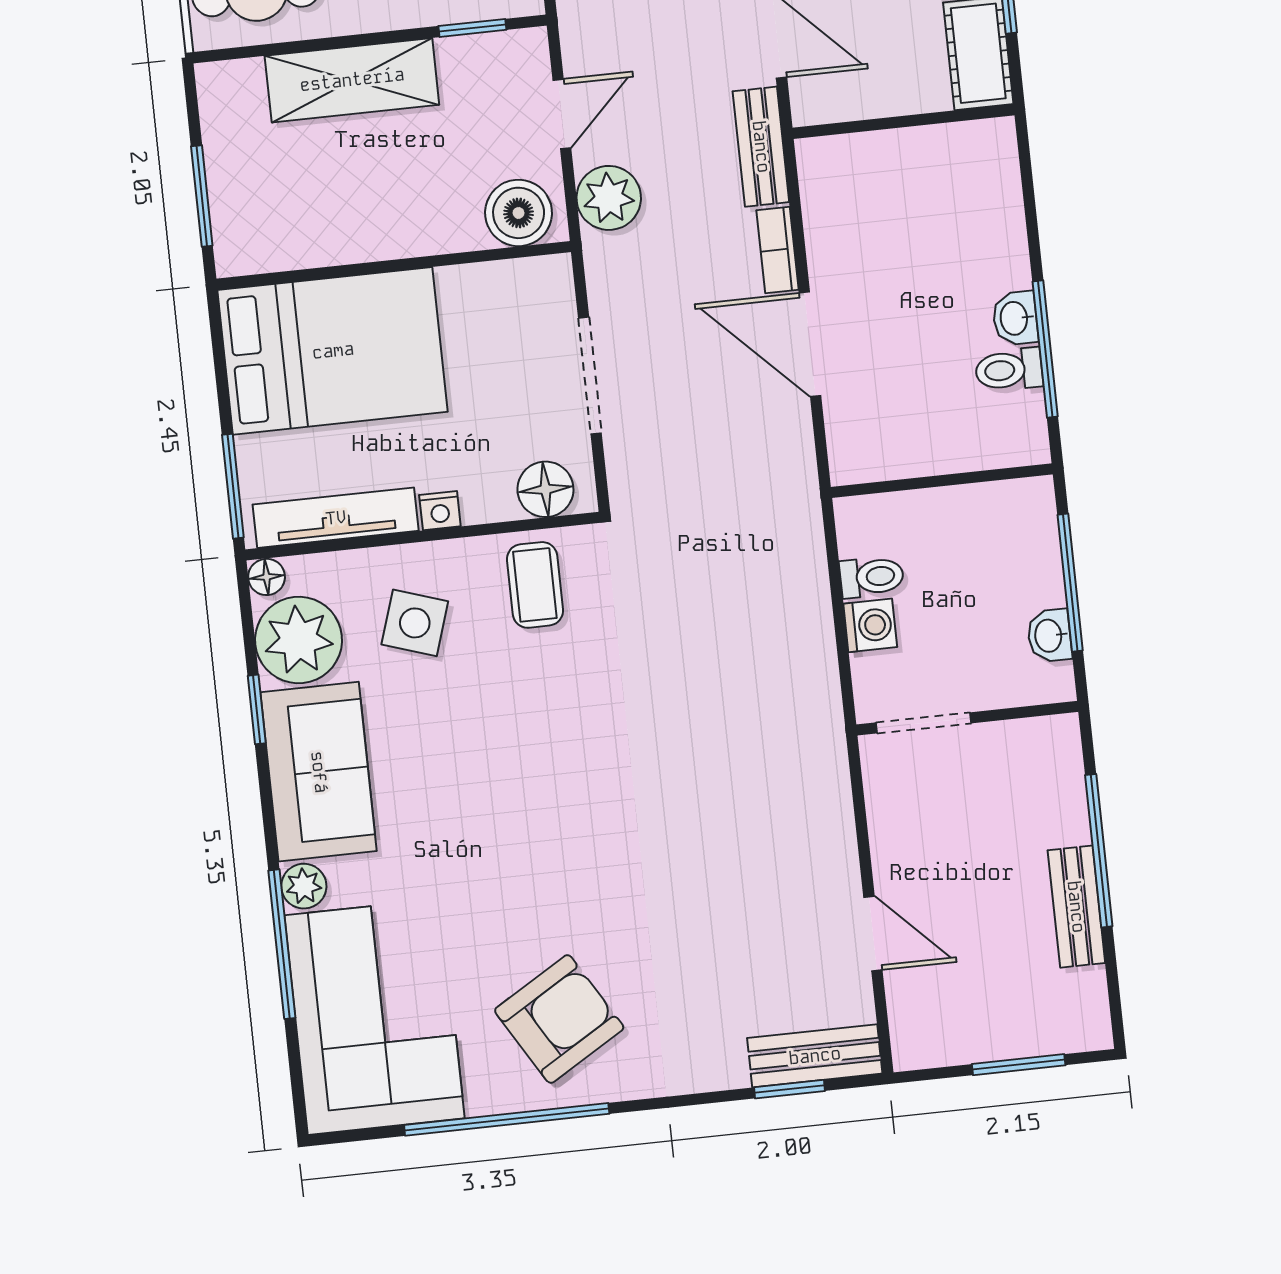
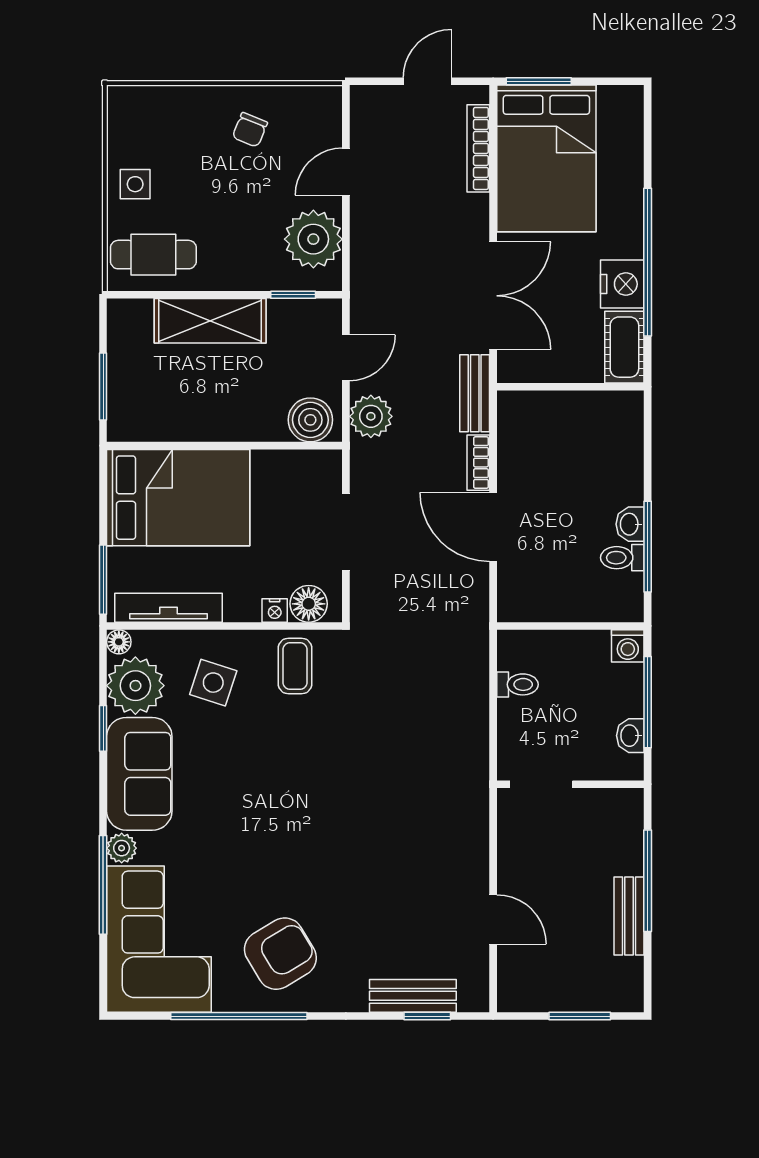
nightstand: (440, 511) -> (275, 610), moved
washing machine: (870, 625) -> (628, 646), moved, turned 90
bench: (815, 1056) -> (413, 996), moved

